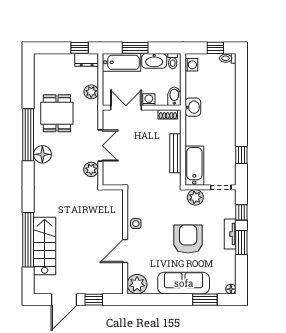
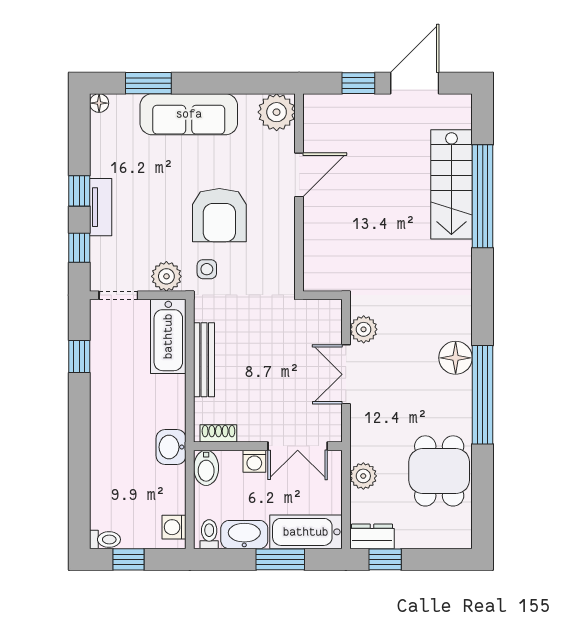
dining table: (57, 113) -> (439, 471), moved
side table: (136, 224) -> (207, 269), moved
armchair: (188, 239) -> (219, 215), moved
window: (241, 243) -> (79, 191), width x0.67

